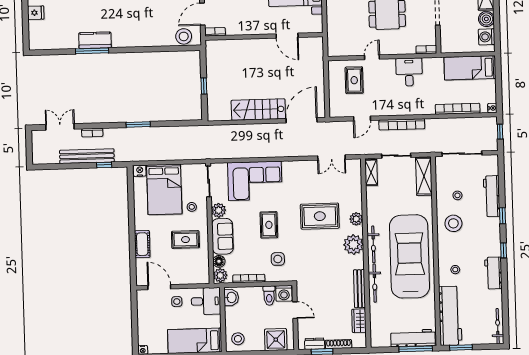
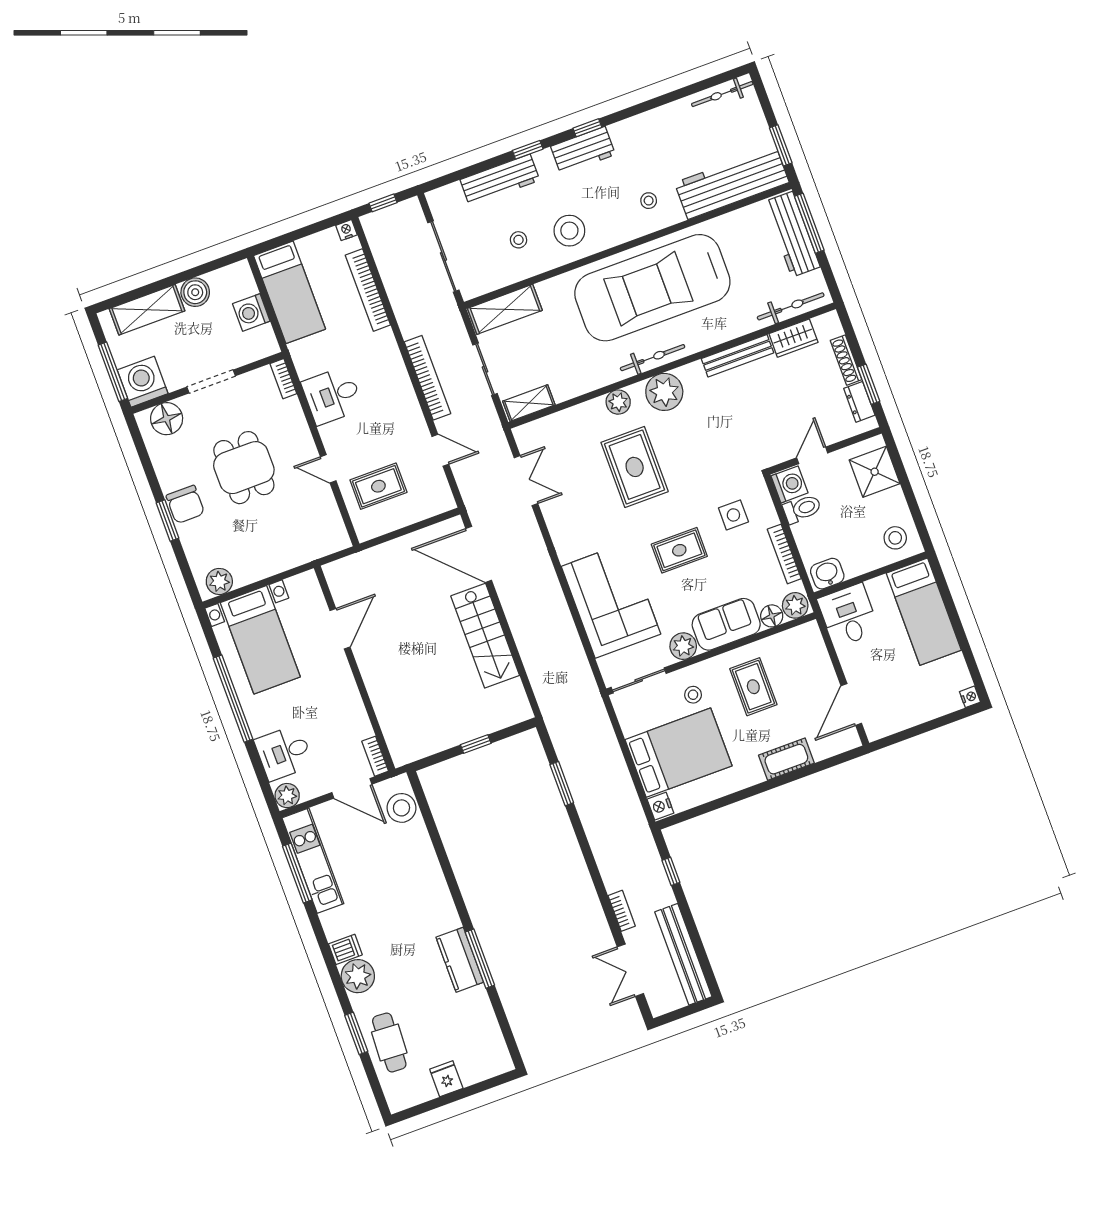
washing machine: (487, 37) -> (251, 312), moved, turned 90
window: (138, 125) -> (562, 784), moved
bench: (87, 156) -> (683, 954), moved
workbench: (493, 273) -> (583, 150), moved
bicycle: (375, 283) -> (791, 306), moved
side table: (177, 302) -> (866, 666), removed

